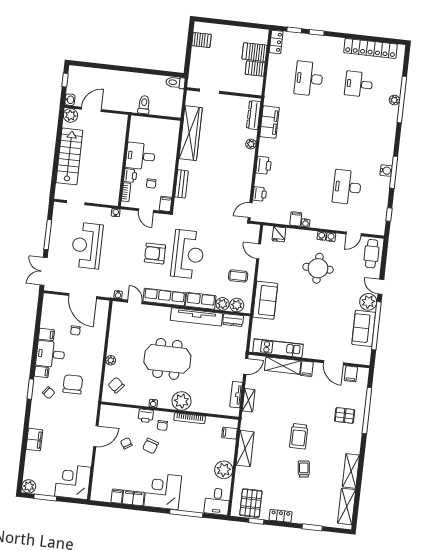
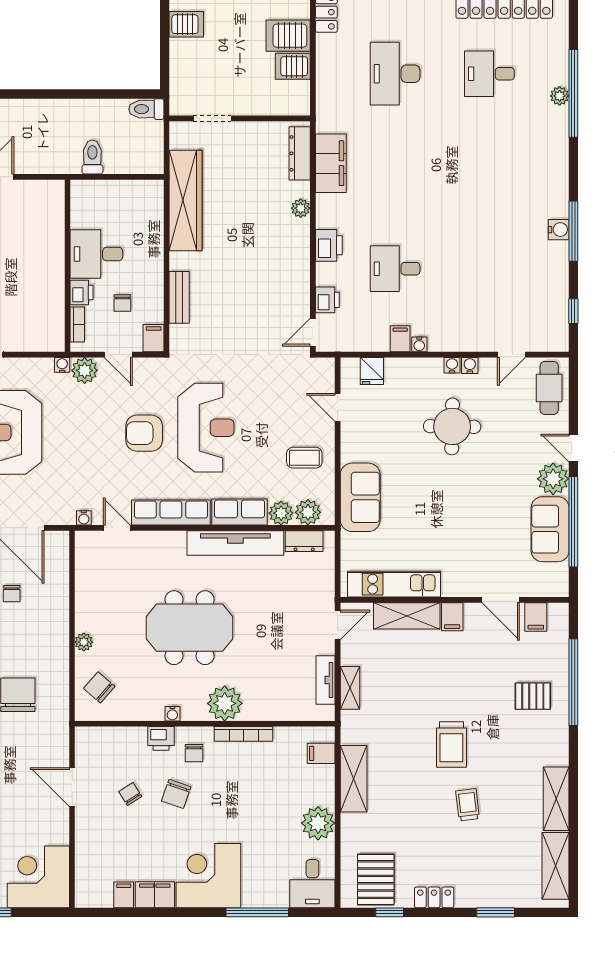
desk: (347, 187) -> (395, 269), moved, width x0.73
plant: (127, 217) -> (85, 370), added
door: (96, 436) -> (72, 787), swing flipped

